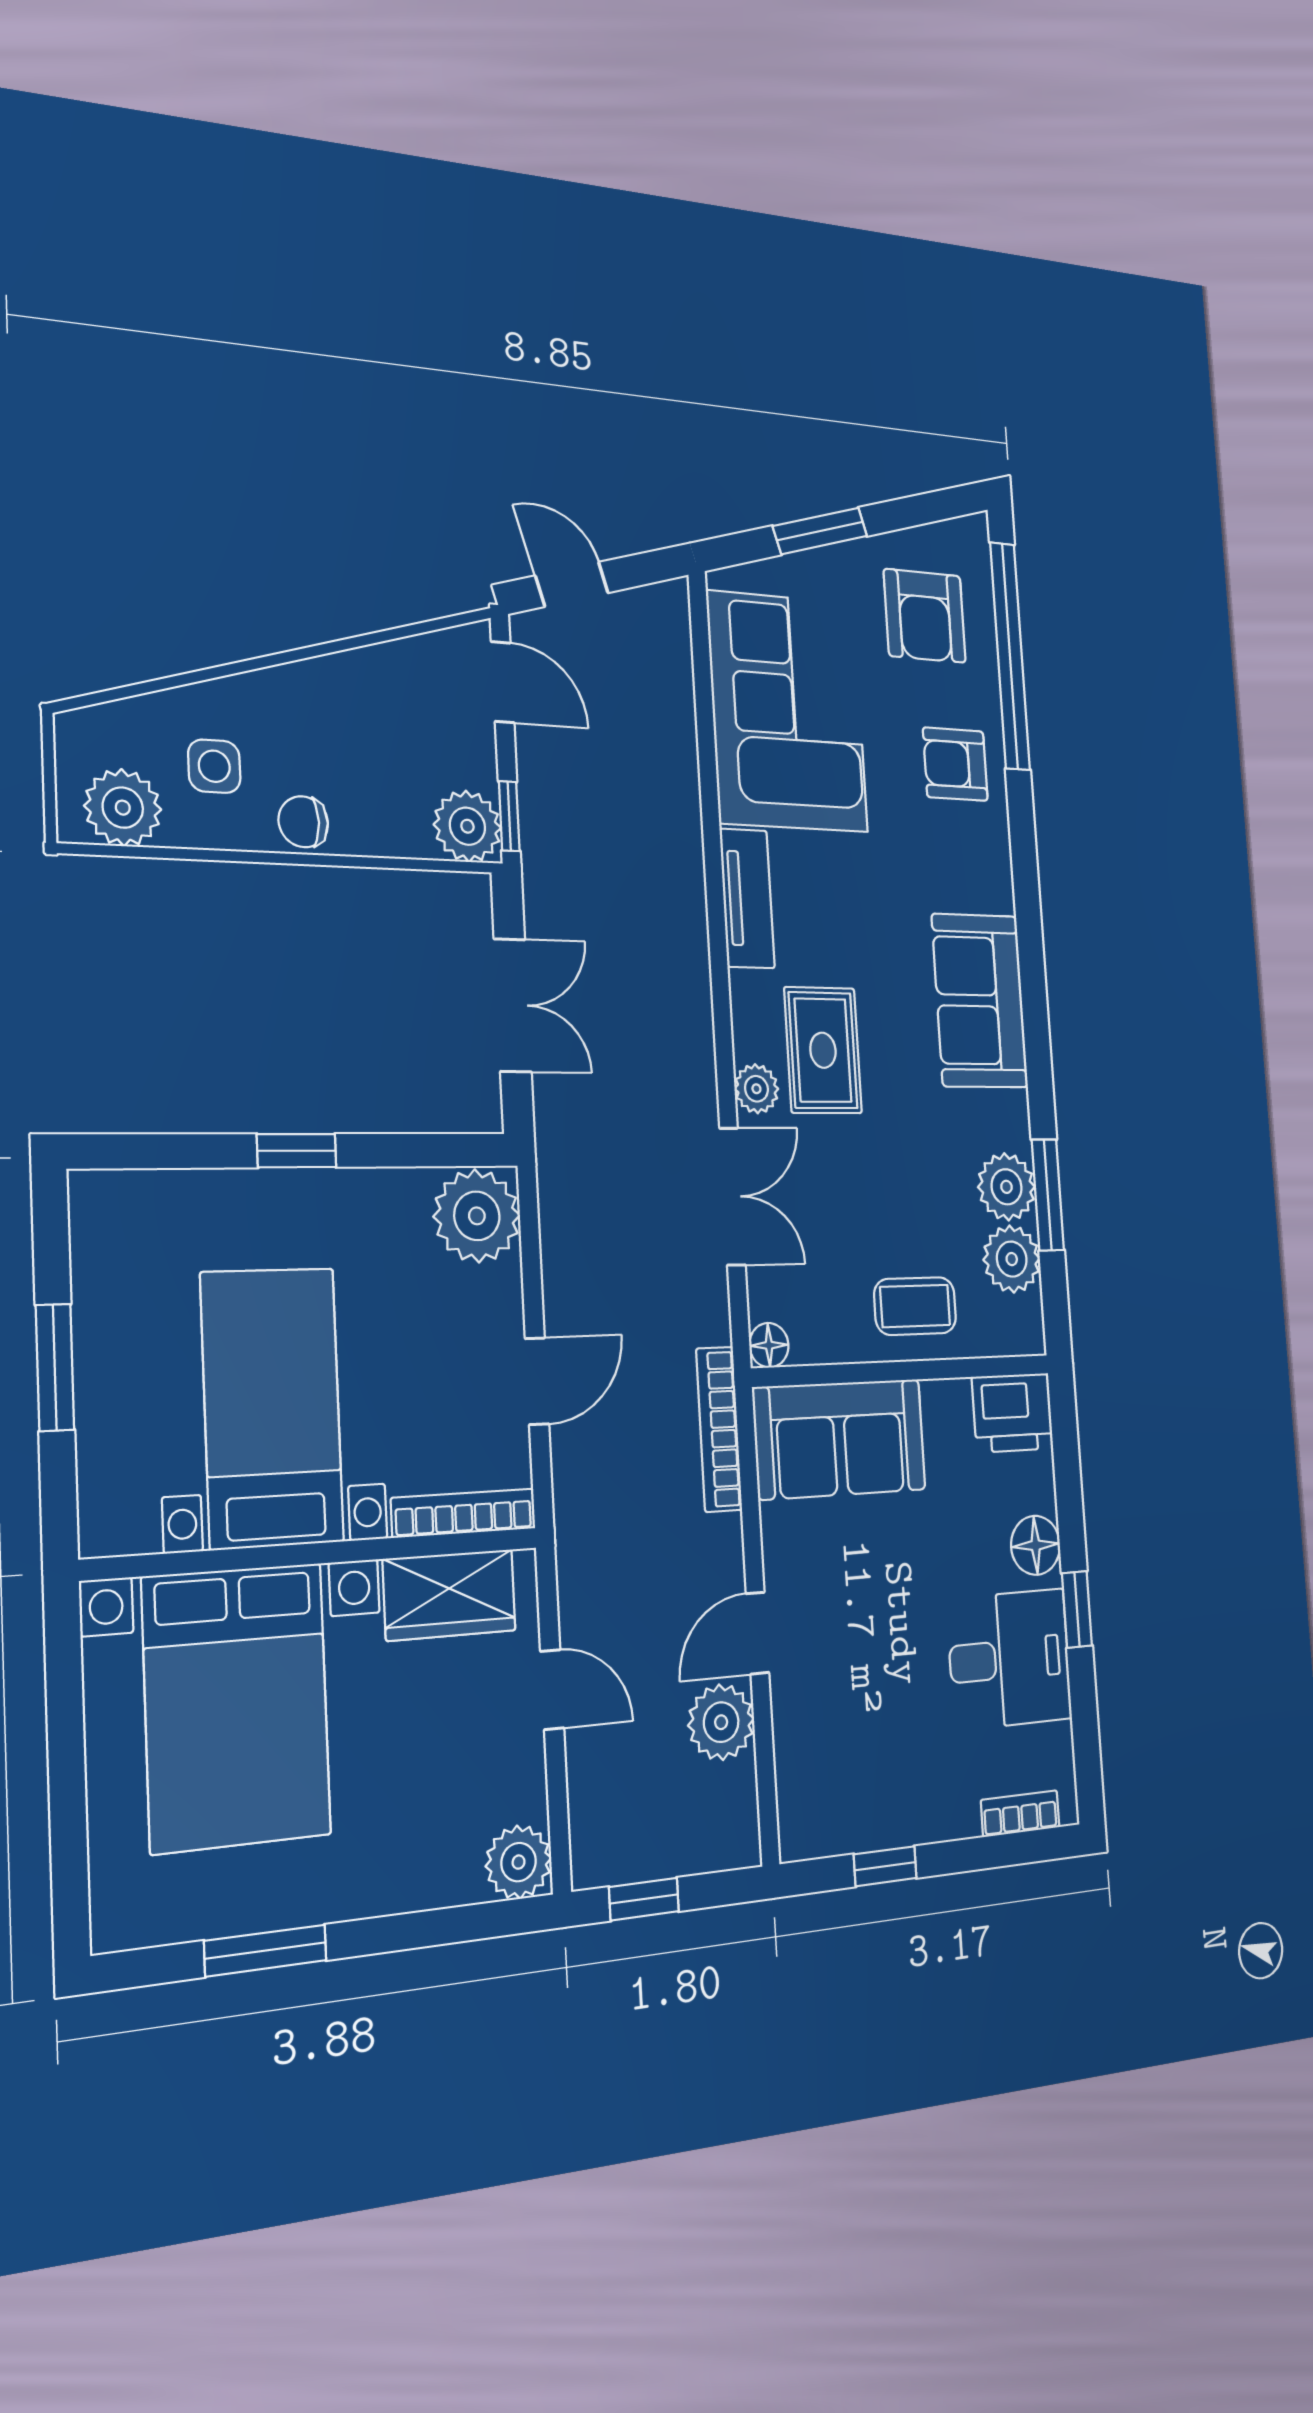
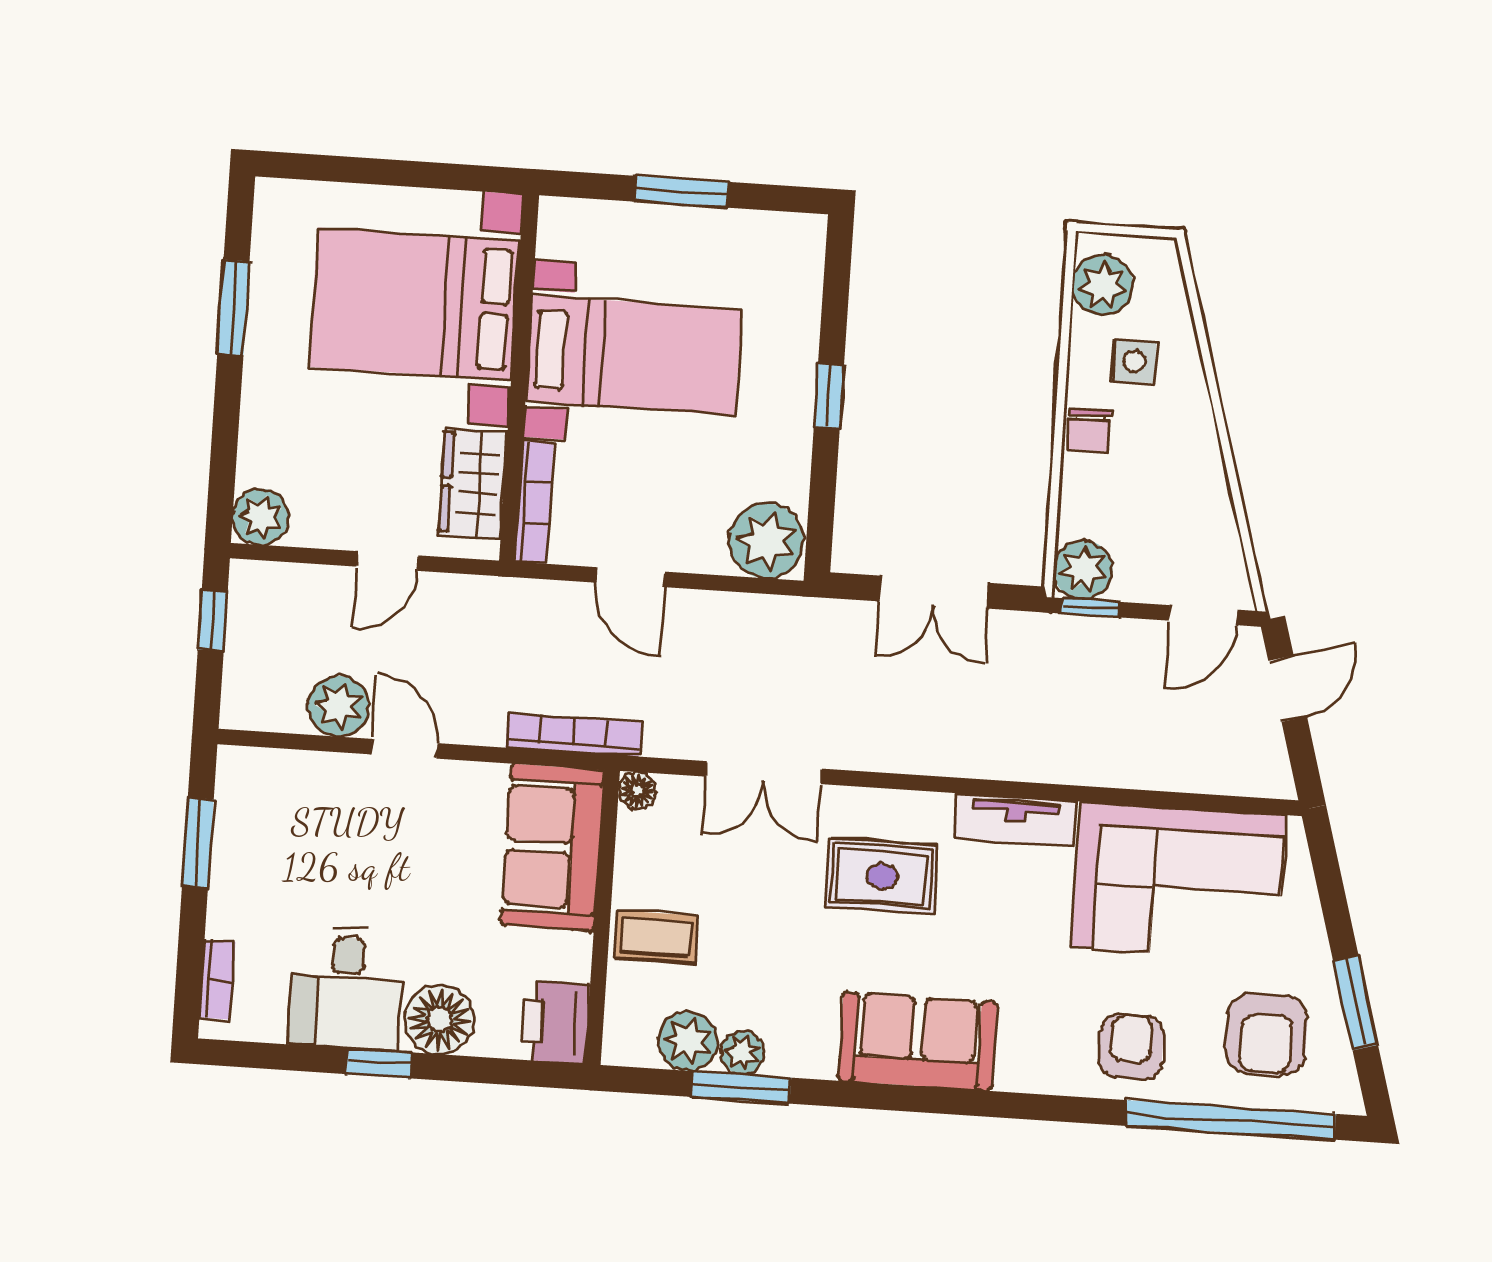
window: (820, 531) -> (1356, 1003), moved
armchair: (925, 616) -> (1266, 1034), turned -90
chair: (303, 822) -> (1089, 430), turned 180
plant: (756, 1089) -> (853, 807), removed
plant: (1007, 1187) -> (743, 1053), width x0.73, depth x0.73
coffee table: (915, 1306) -> (656, 937), turned 90
floor lamp: (1036, 1545) -> (440, 1020), width x1.38, depth x1.38
window: (885, 1866) -> (198, 842), width x1.50

